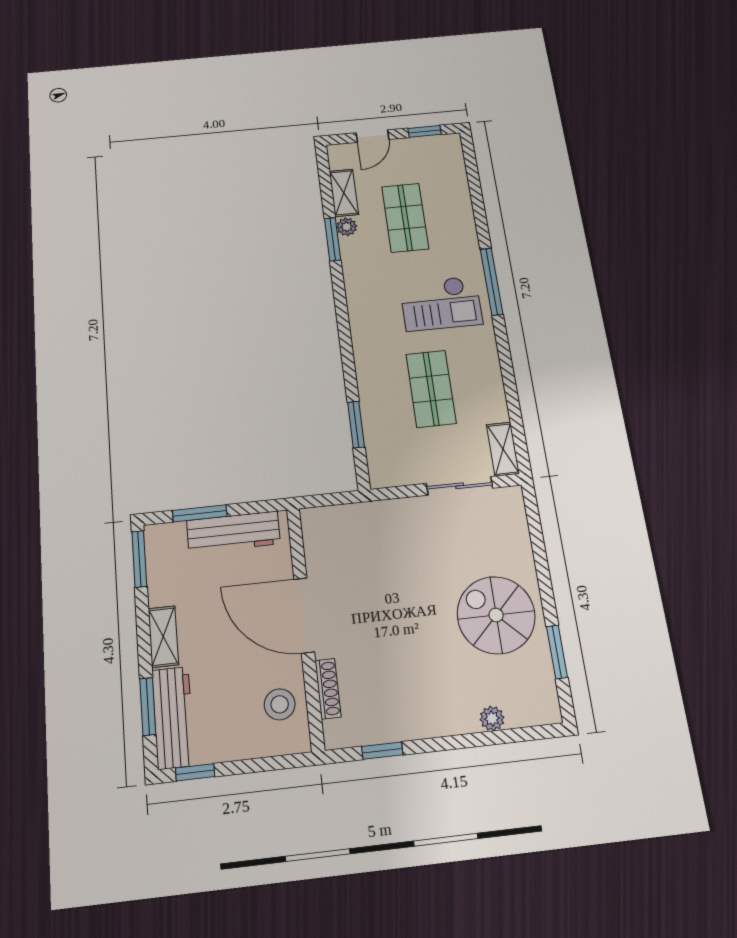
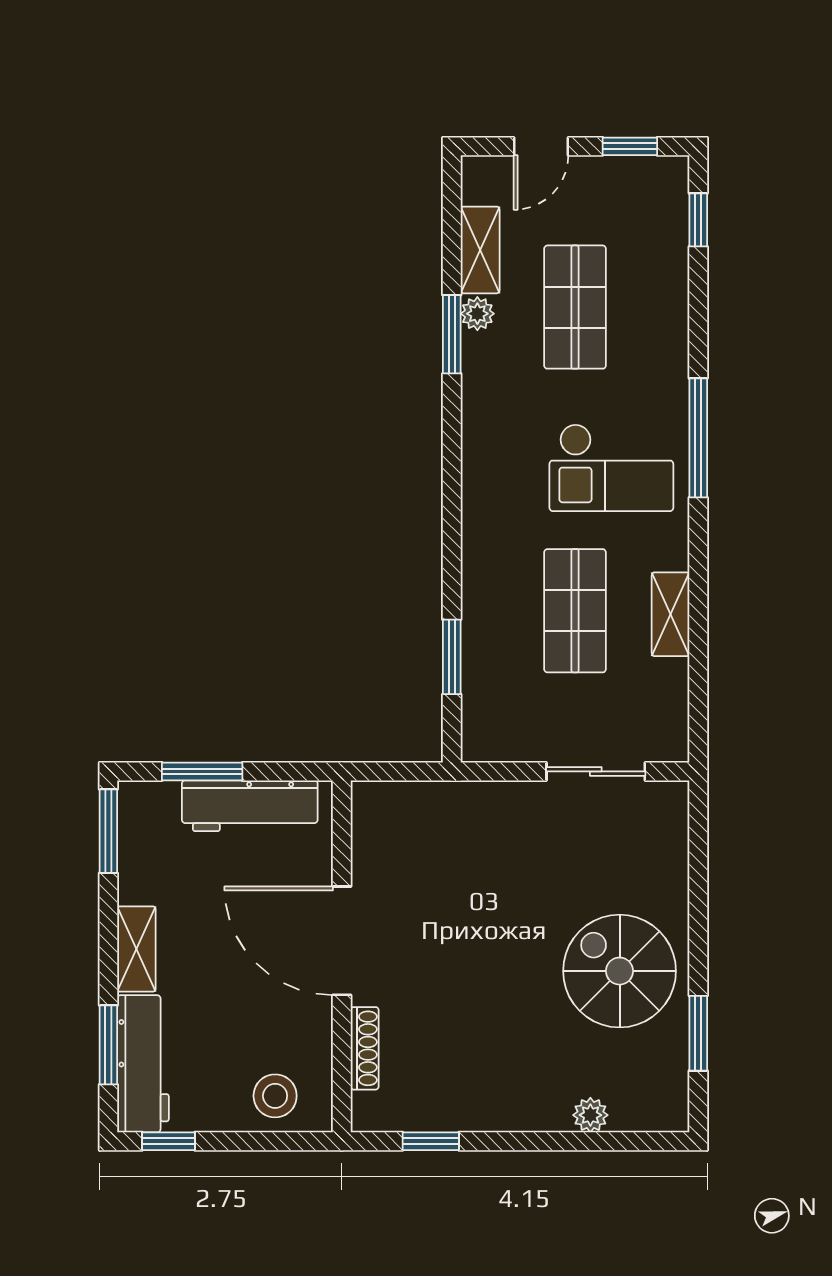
window: (471, 165) -> (698, 220), added
shelving: (503, 449) -> (671, 614), moved
stool: (280, 704) -> (275, 1096), moved

